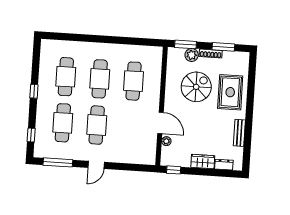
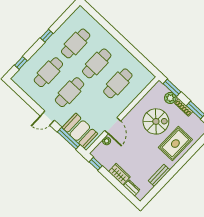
booth: (135, 152) -> (80, 131), added
window: (58, 162) -> (69, 138), moved

